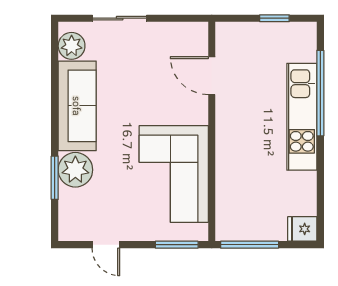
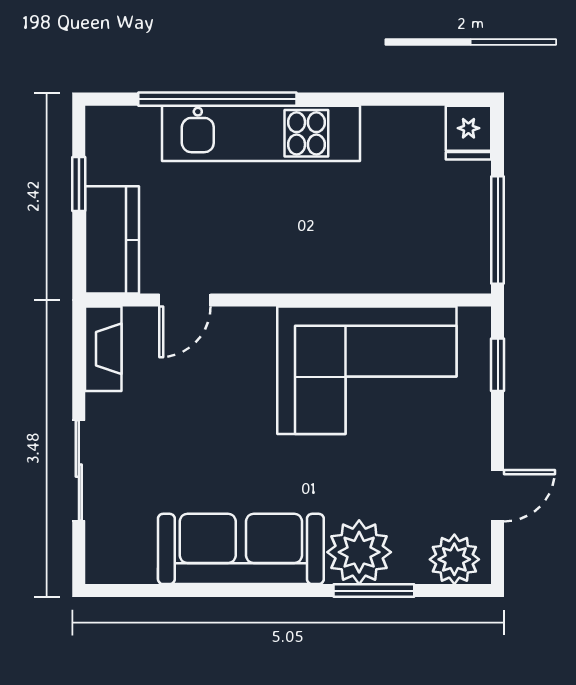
fireplace: (185, 31) -> (103, 349), added
kitchen counter: (244, 36) -> (112, 240), added
plant: (72, 46) -> (454, 559), moved
door: (212, 76) -> (185, 300), width x0.73
window: (177, 245) -> (498, 365), width x0.67

